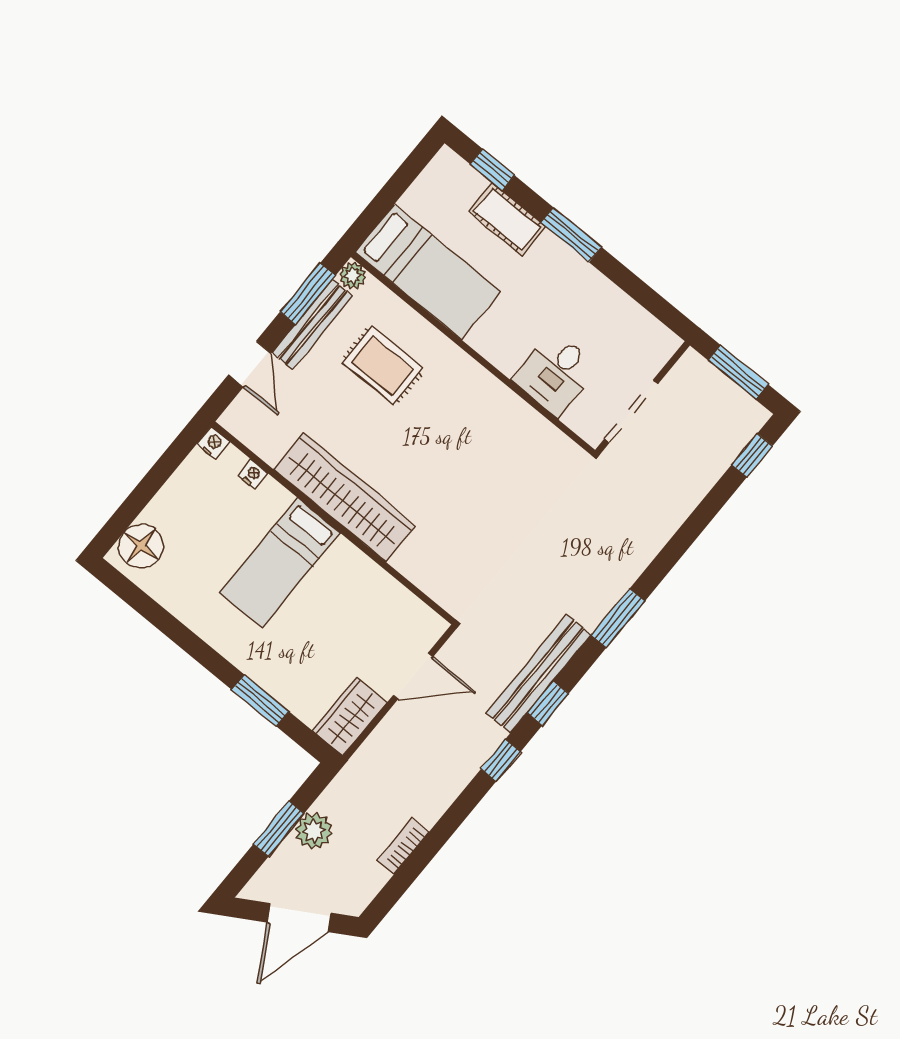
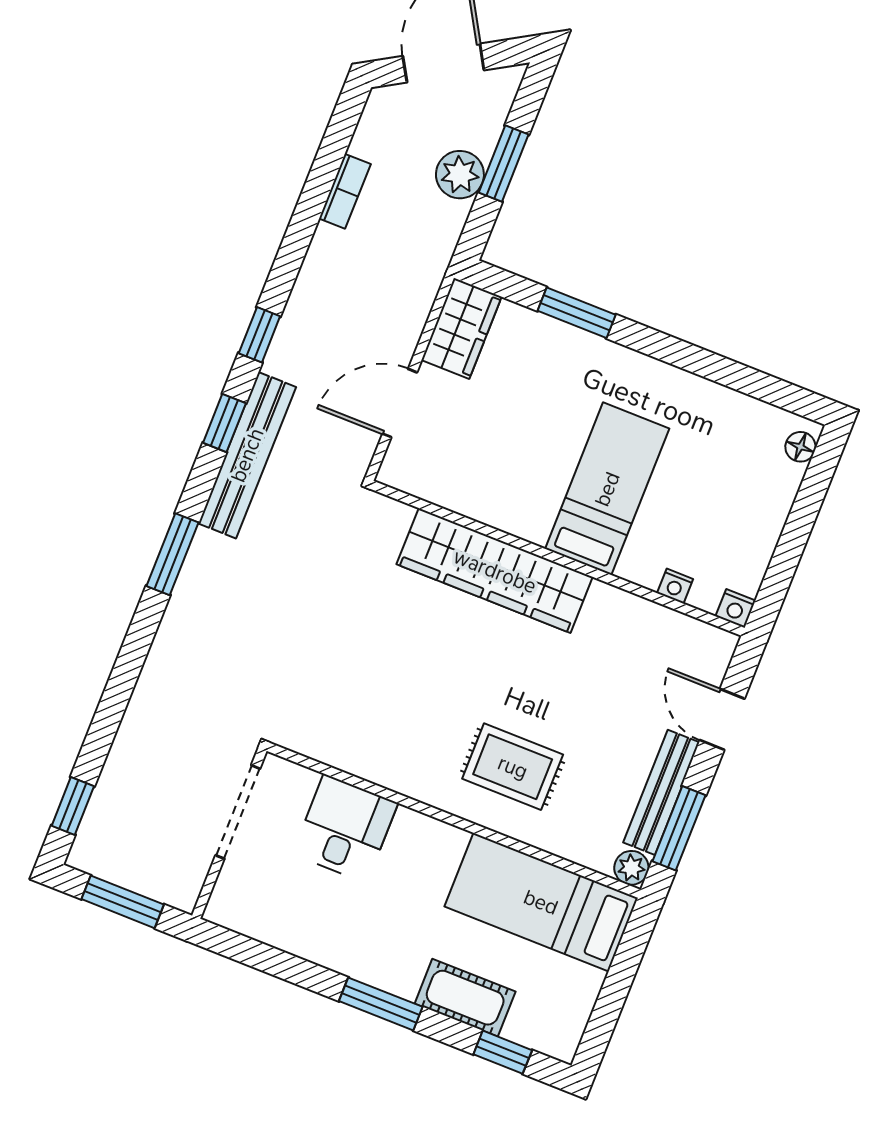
rug: (383, 366) -> (513, 767), moved
wardrobe: (345, 497) -> (495, 571), moved
floor lamp: (141, 546) -> (800, 447), width x0.53, depth x0.53

